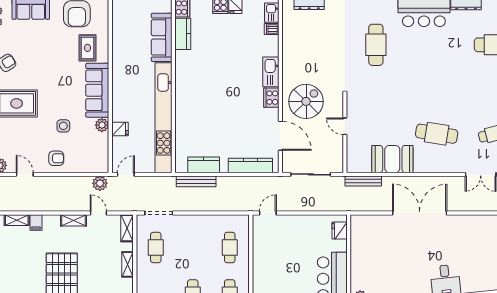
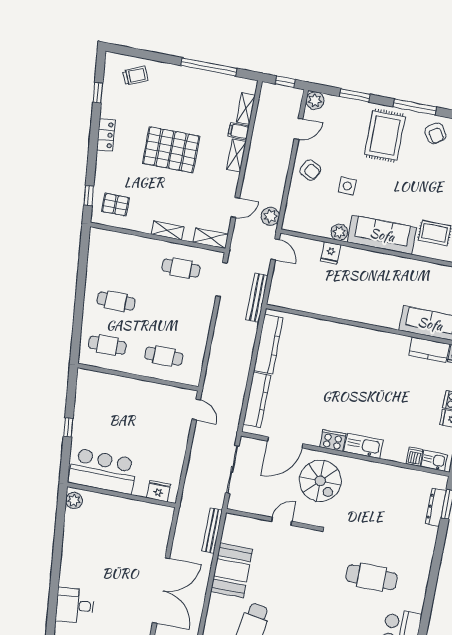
kitchen unit: (164, 118) -> (334, 307), removed
armchair: (56, 158) -> (310, 170), turned -63
kitchen counter: (204, 165) -> (268, 344), width x1.50
bench: (196, 181) -> (257, 298), moved
shelving: (74, 220) -> (236, 155), moved

